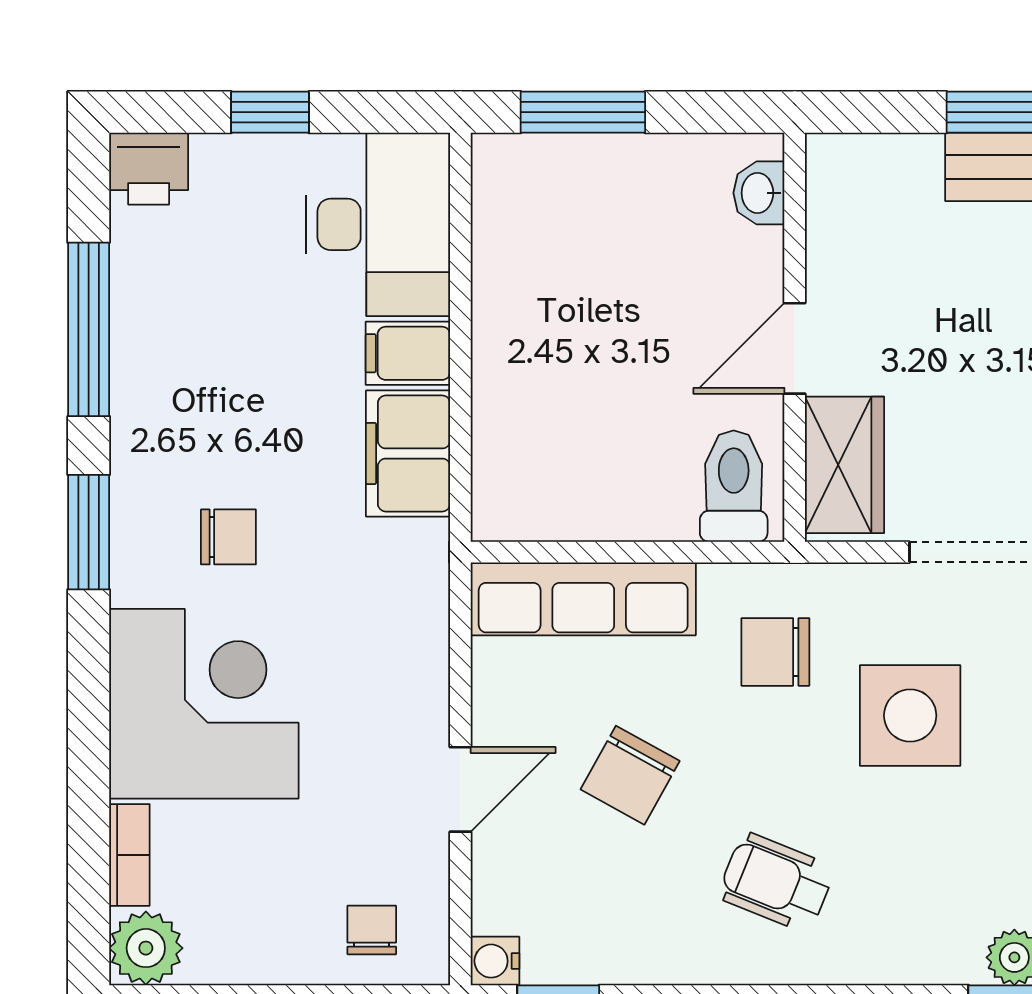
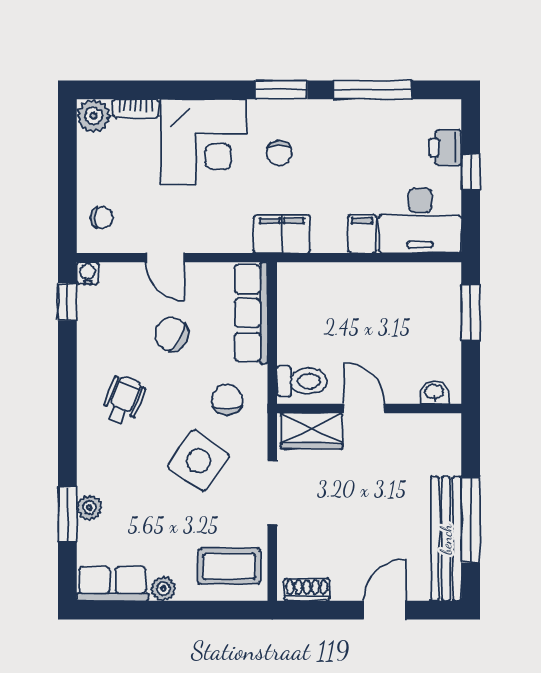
printer: (149, 169) -> (445, 147), moved
filing cabinet: (408, 453) -> (282, 234), moved
side table: (910, 716) -> (198, 461), turned 35

